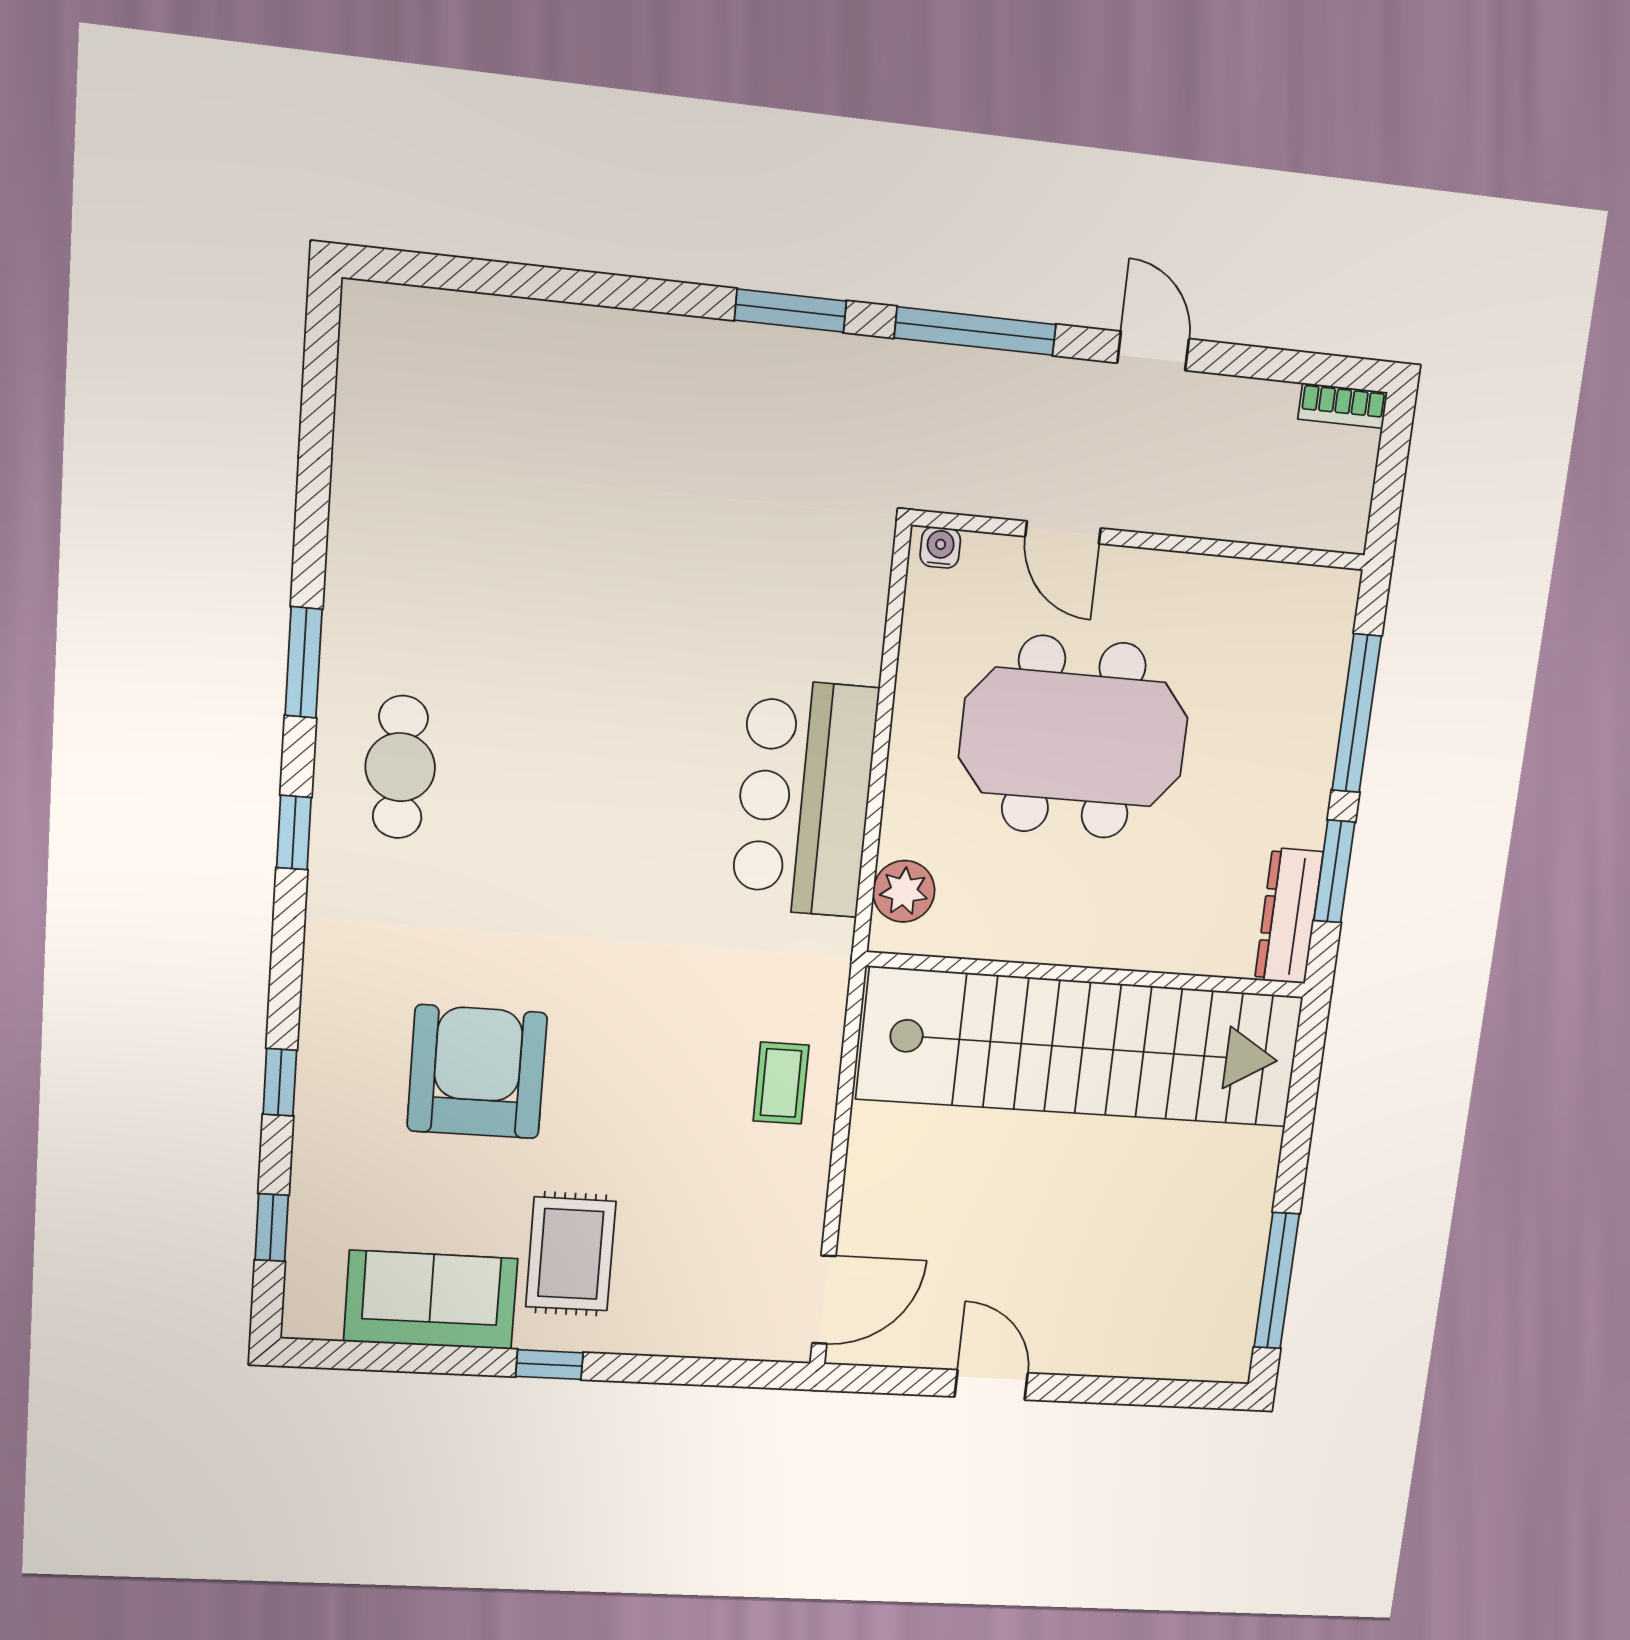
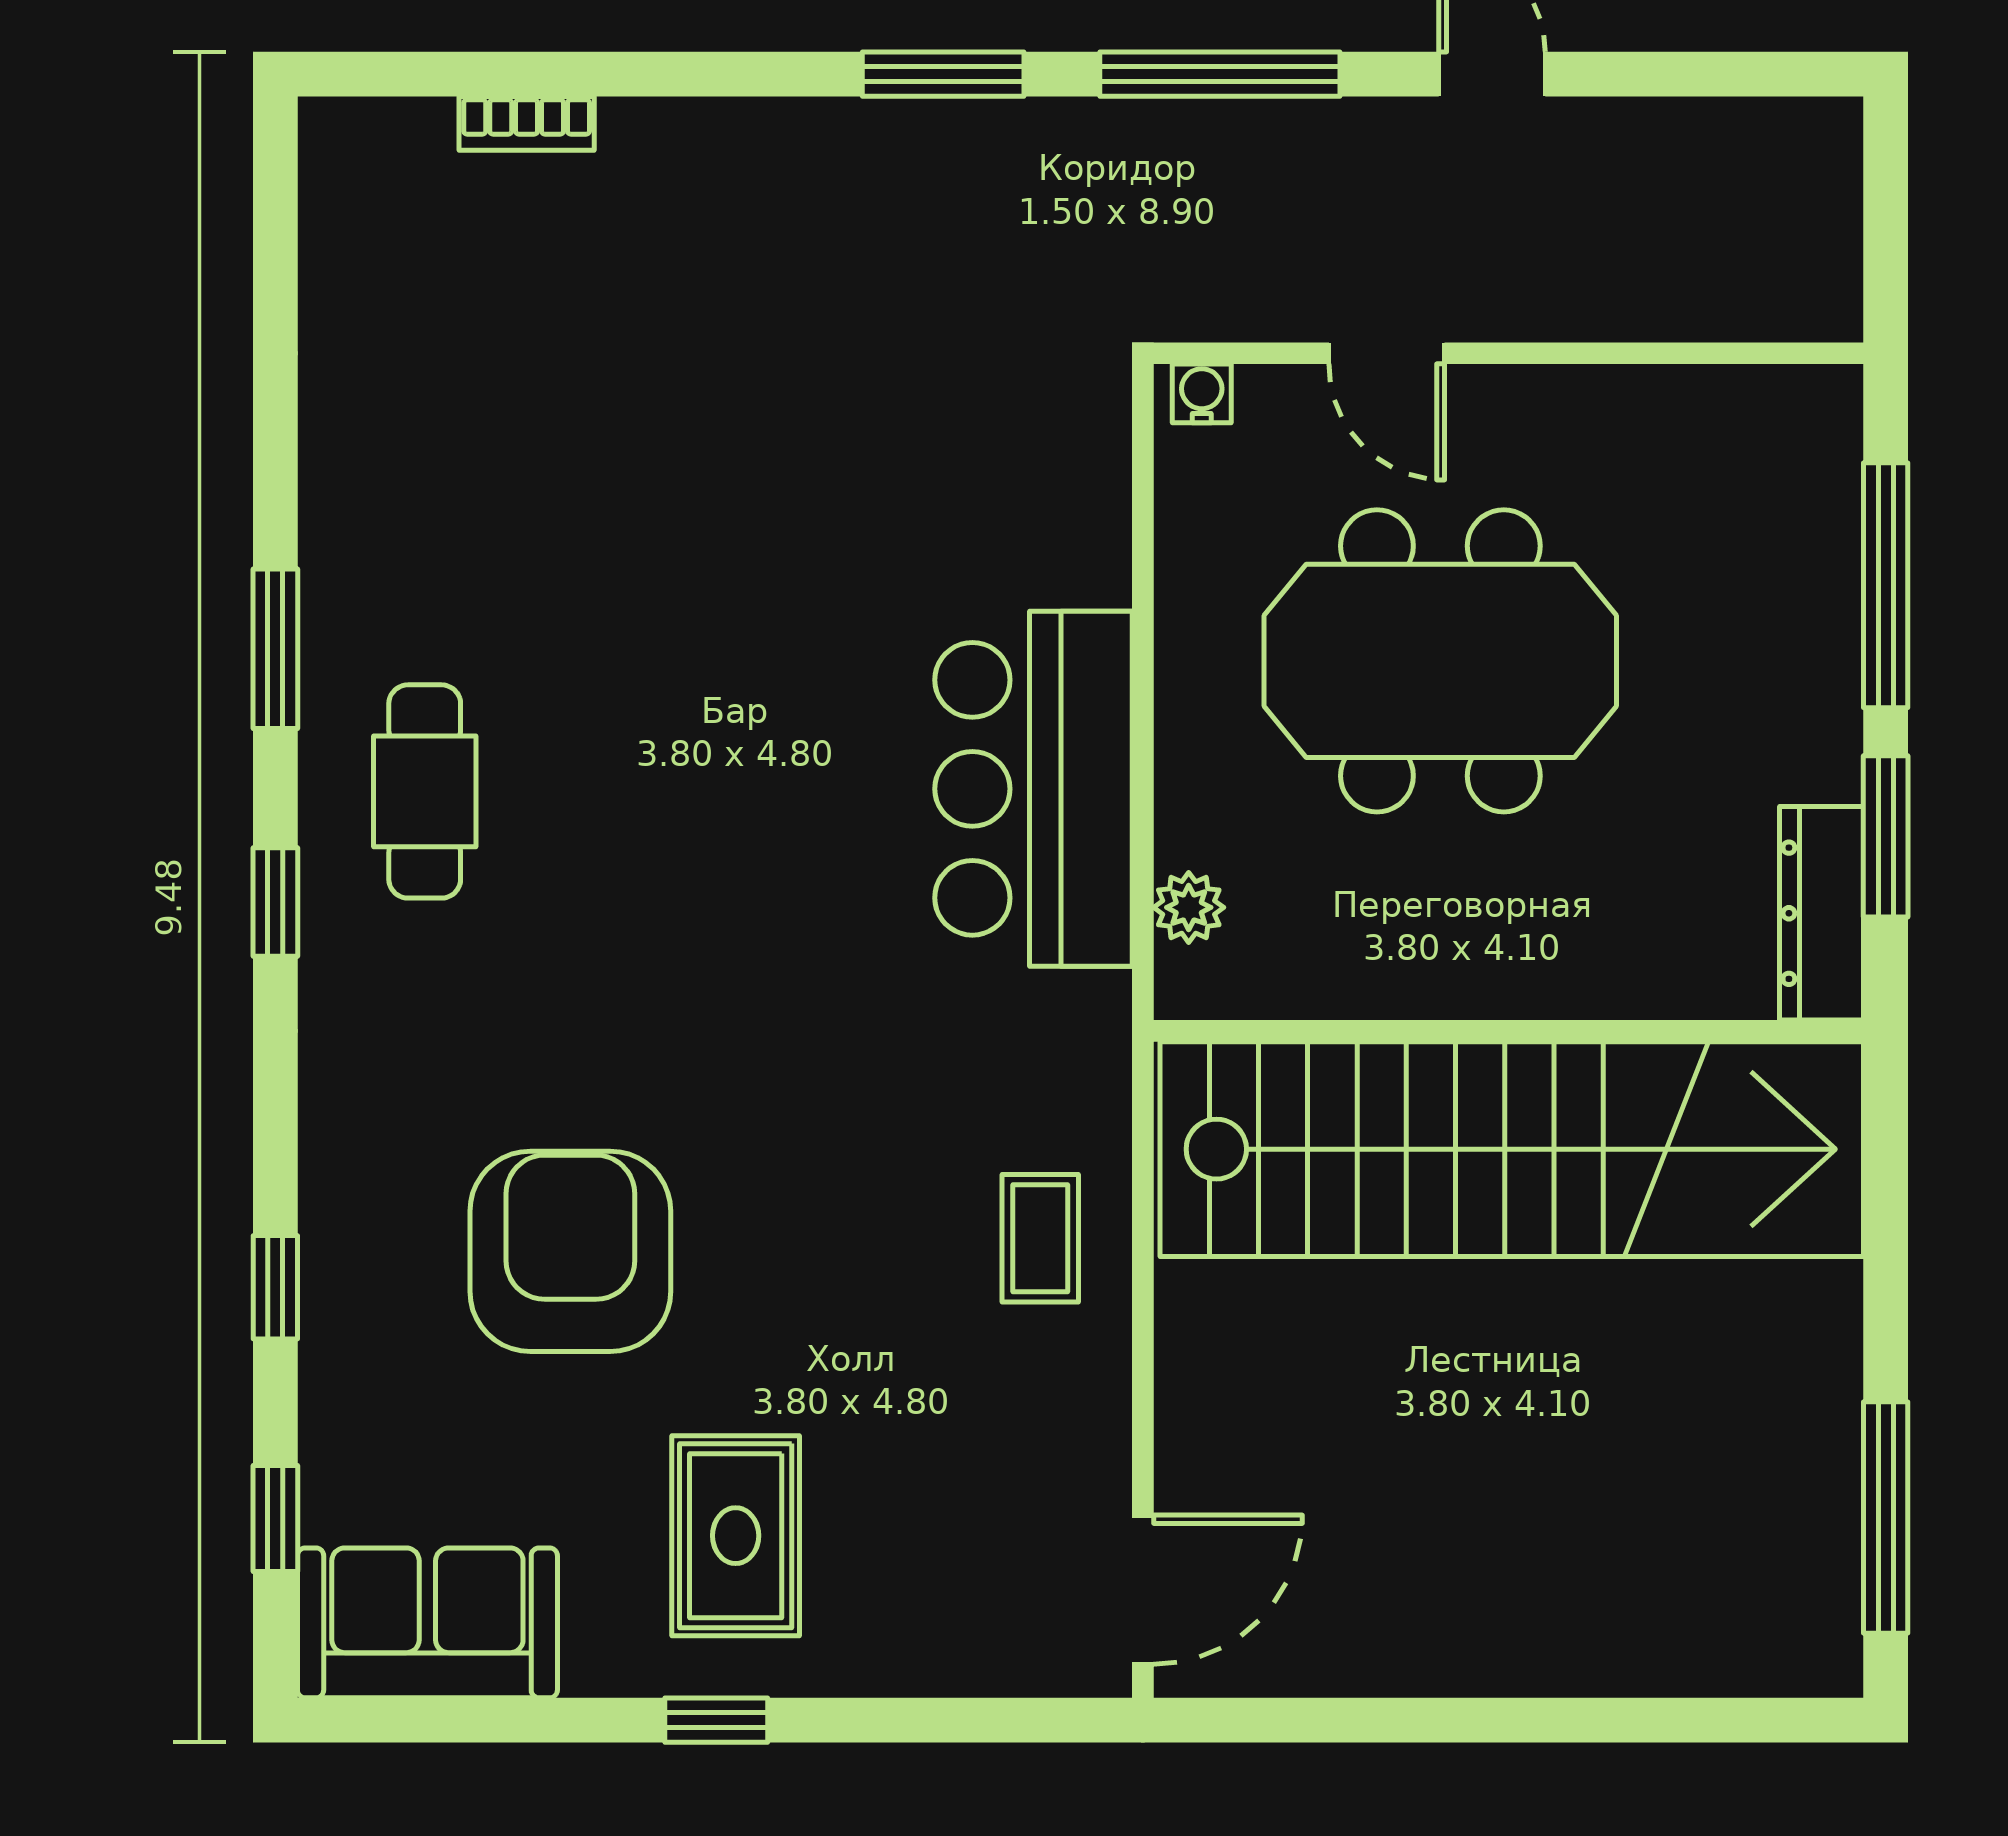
bookcase: (1343, 406) -> (527, 123), moved
plant: (904, 891) -> (1189, 907), width x0.73, depth x0.73
sofa: (431, 1300) -> (427, 1623), moved
door: (991, 1385) -> (1431, 1720), removed

